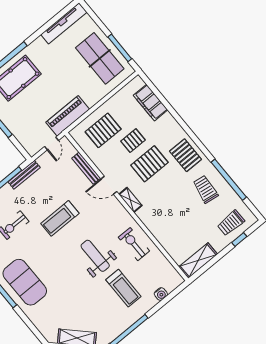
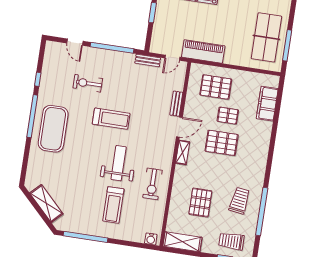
pallet: (186, 155) -> (200, 203), moved
bench: (86, 168) -> (176, 104), width x0.73
bench: (24, 175) -> (148, 60), moved, width x0.73
door: (109, 185) -> (179, 127), swing flipped
treadmill: (60, 218) -> (111, 119), moved, turned 180
exercise bike: (134, 244) -> (152, 184), turned 180
water cooler: (161, 294) -> (151, 239), moved

